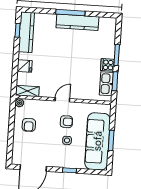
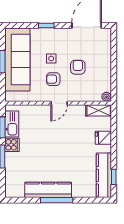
armchair: (29, 125) -> (78, 67), moved

